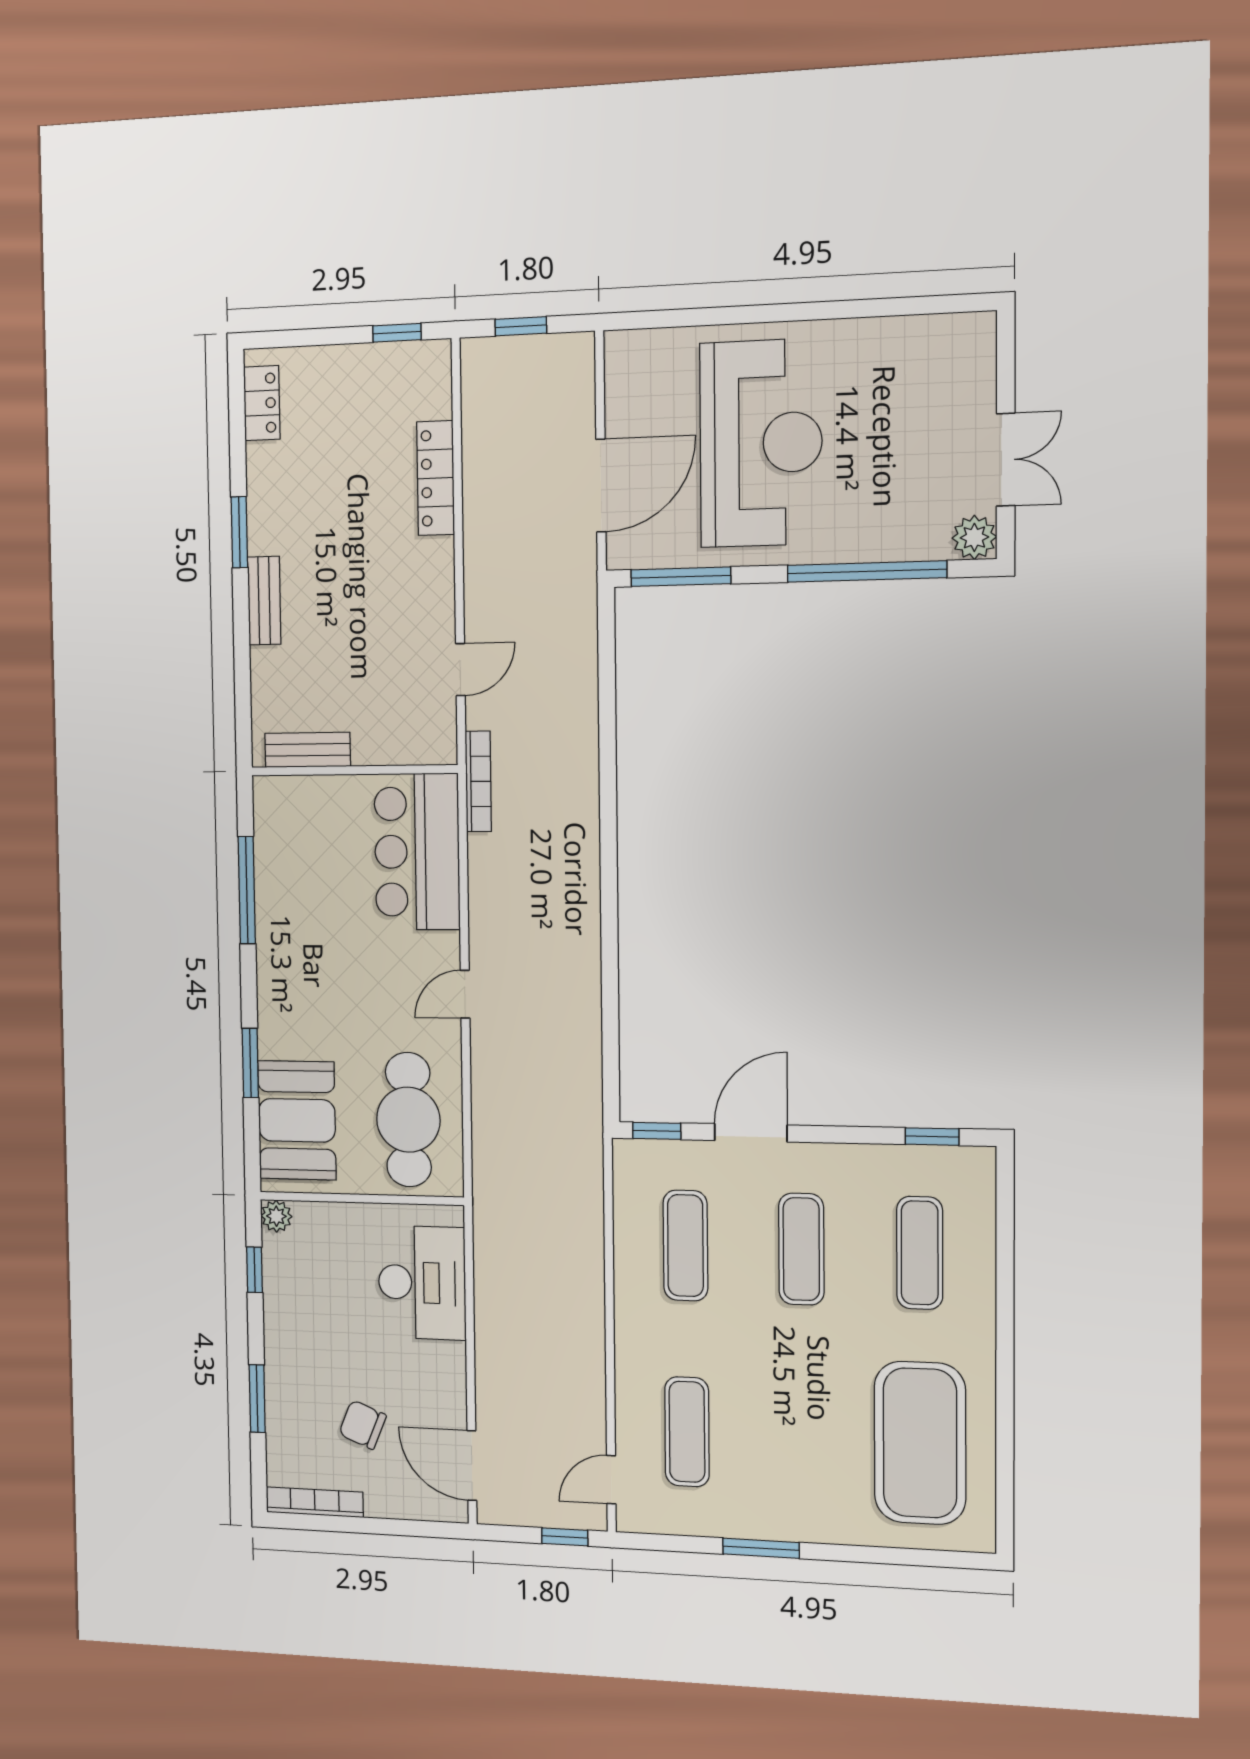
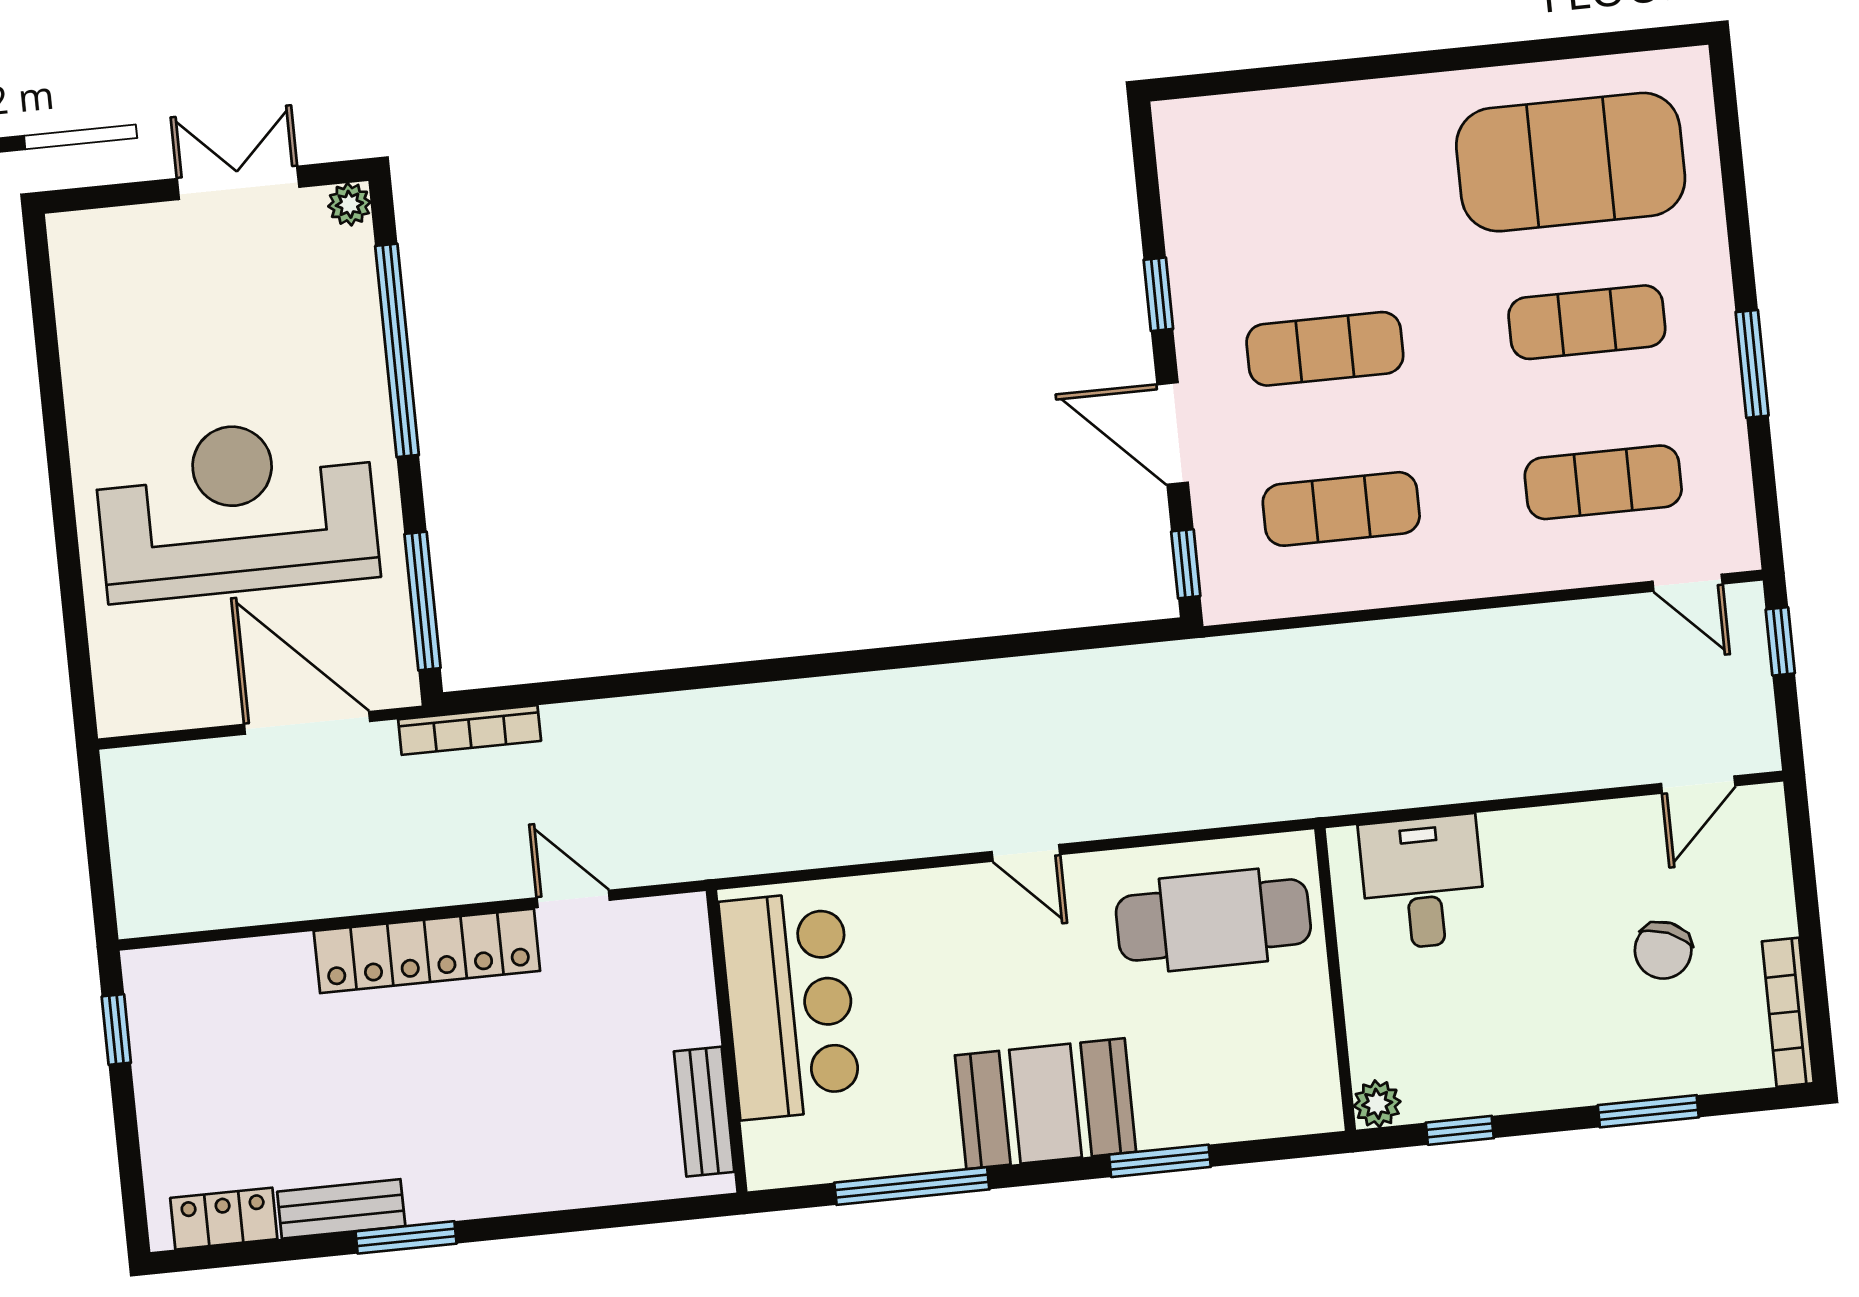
window: (521, 326) -> (99, 854), removed
locker: (436, 478) -> (427, 951), moved, width x1.41, depth x1.21
plant: (974, 537) -> (349, 204), width x0.73, depth x0.73
bench: (264, 601) -> (341, 1209), moved
bookcase: (478, 781) -> (470, 730), moved, turned 180
bar counter: (417, 852) -> (790, 1005), moved, turned -90
booth: (297, 1120) -> (1045, 1104), moved
window: (932, 1137) -> (1158, 294), moved
exercise mat: (920, 1253) -> (1587, 322), moved
desk: (422, 1283) -> (1423, 882), width x0.73
door: (472, 1466) -> (1698, 785), width x0.73

